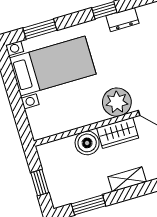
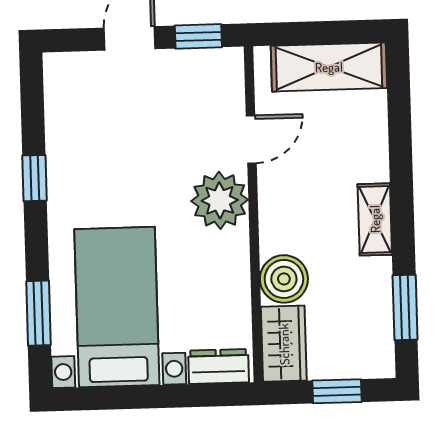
dresser: (123, 20) -> (218, 366), moved, turned -90
wardrobe: (118, 133) -> (284, 344), moved

